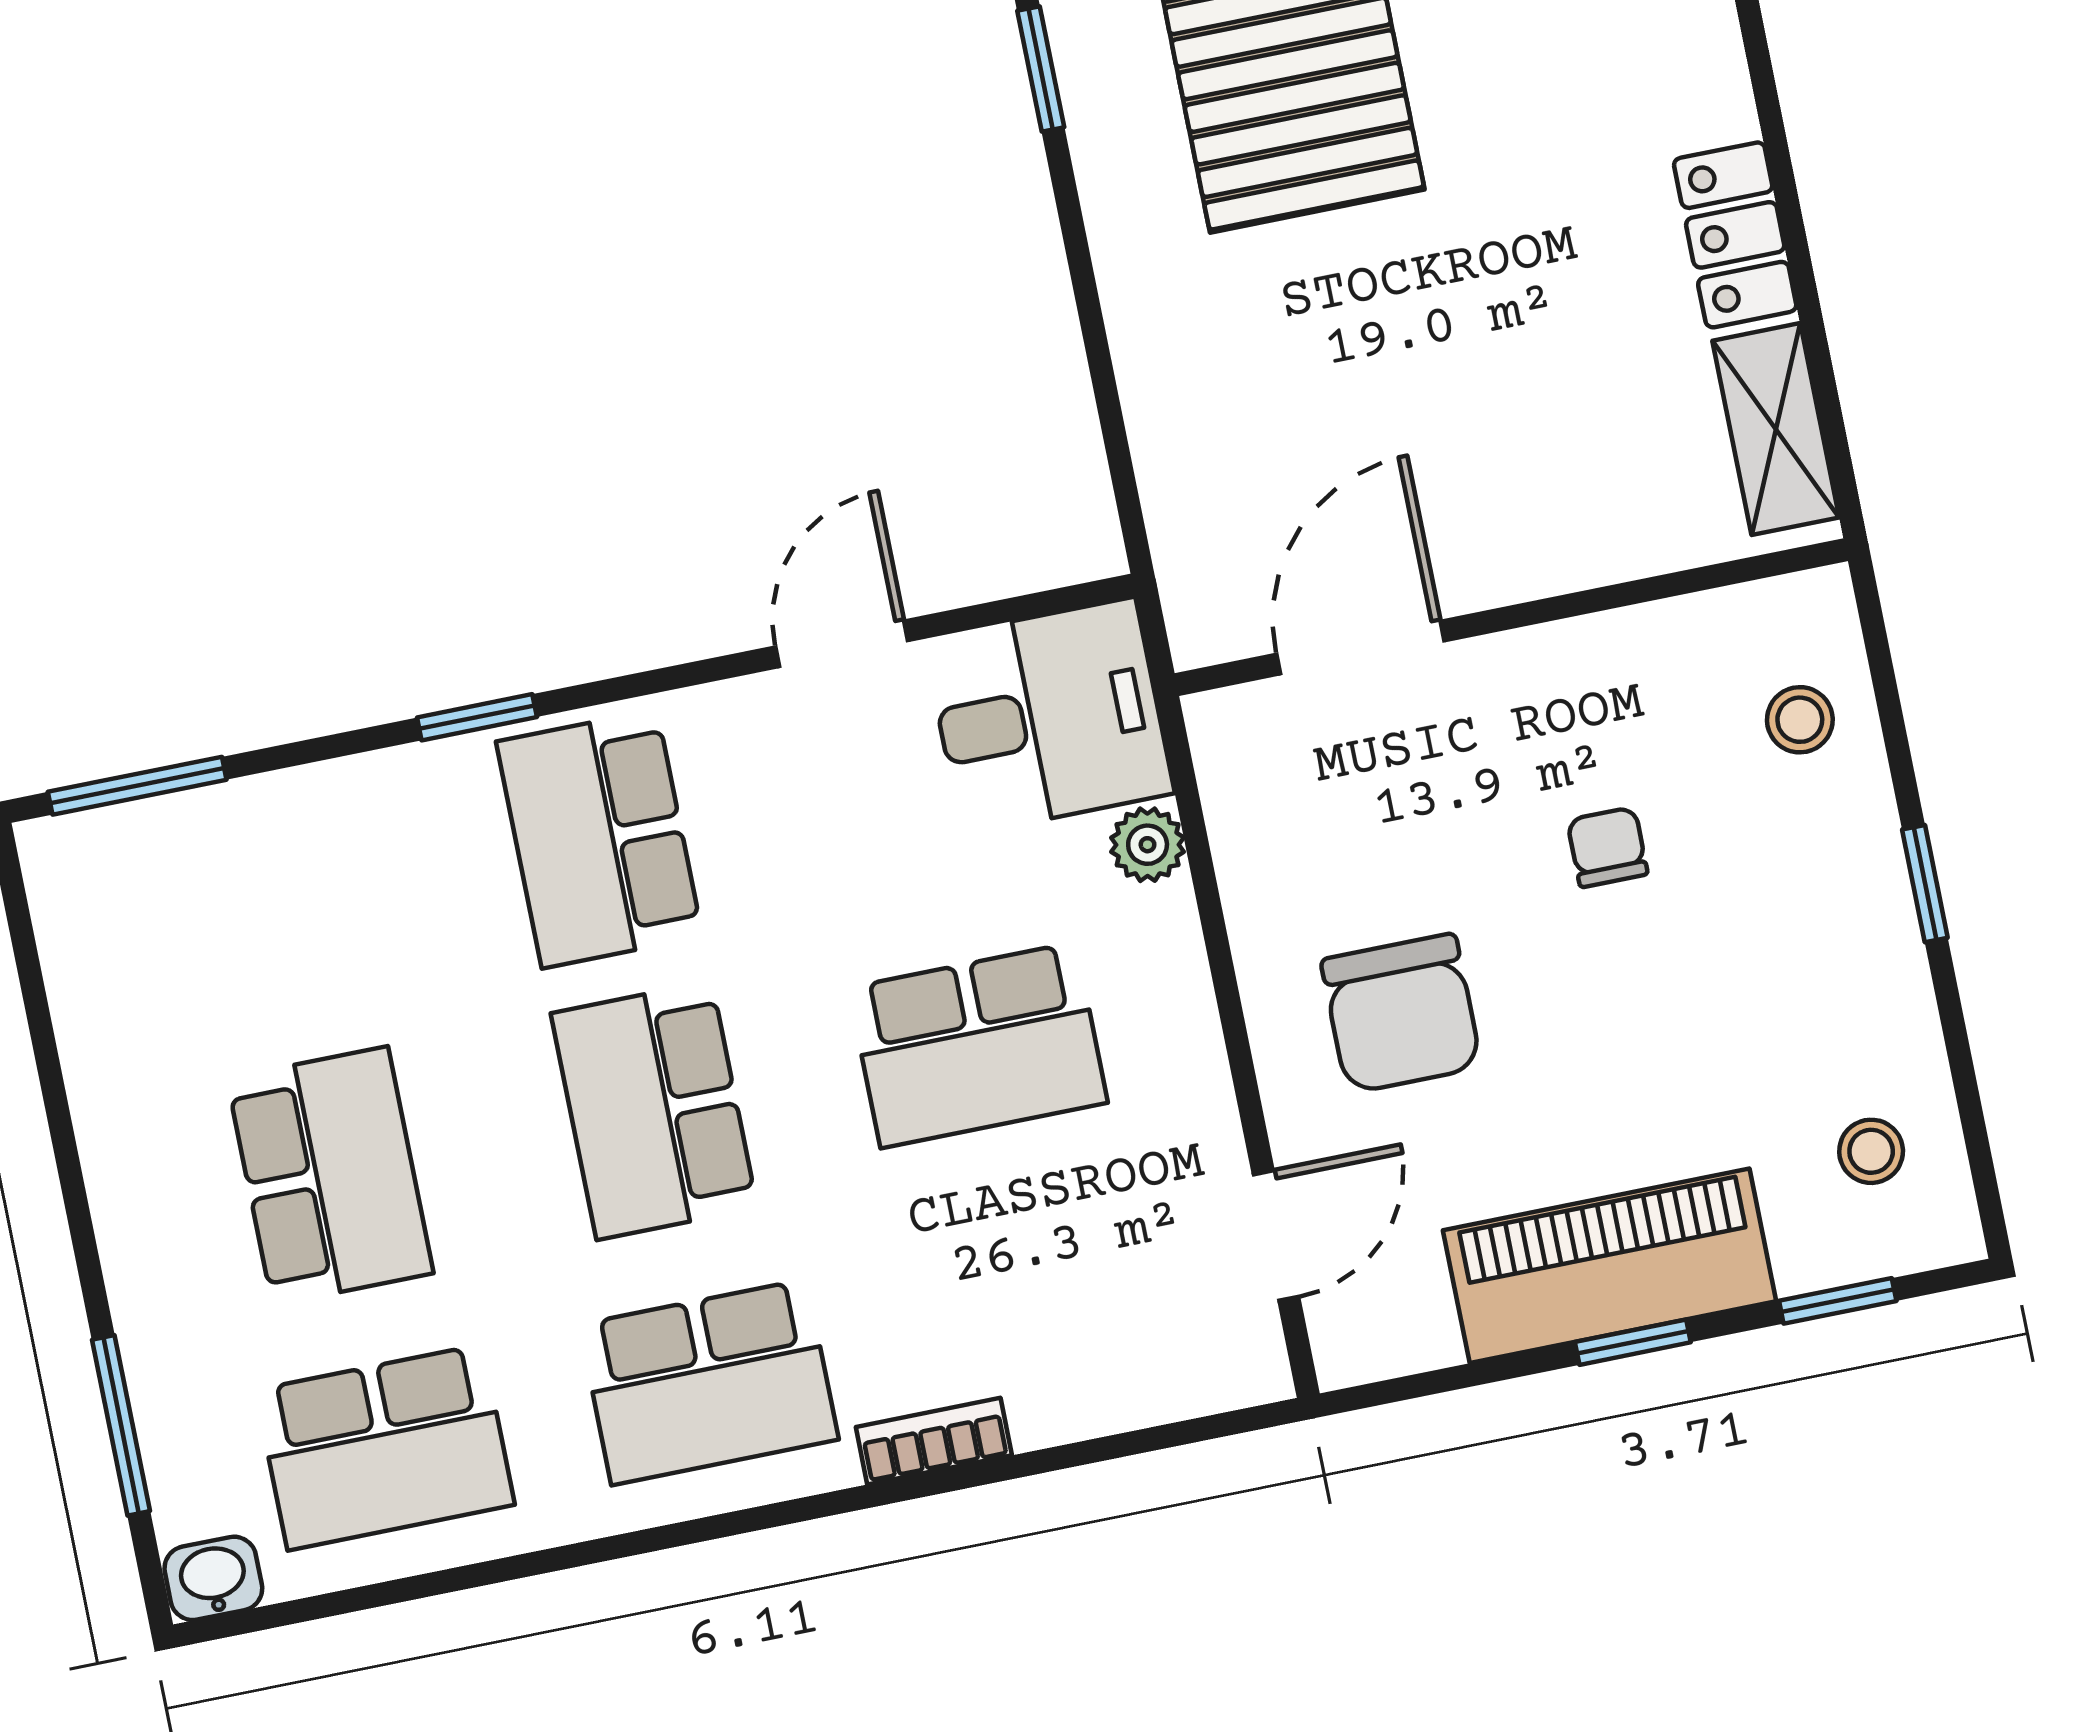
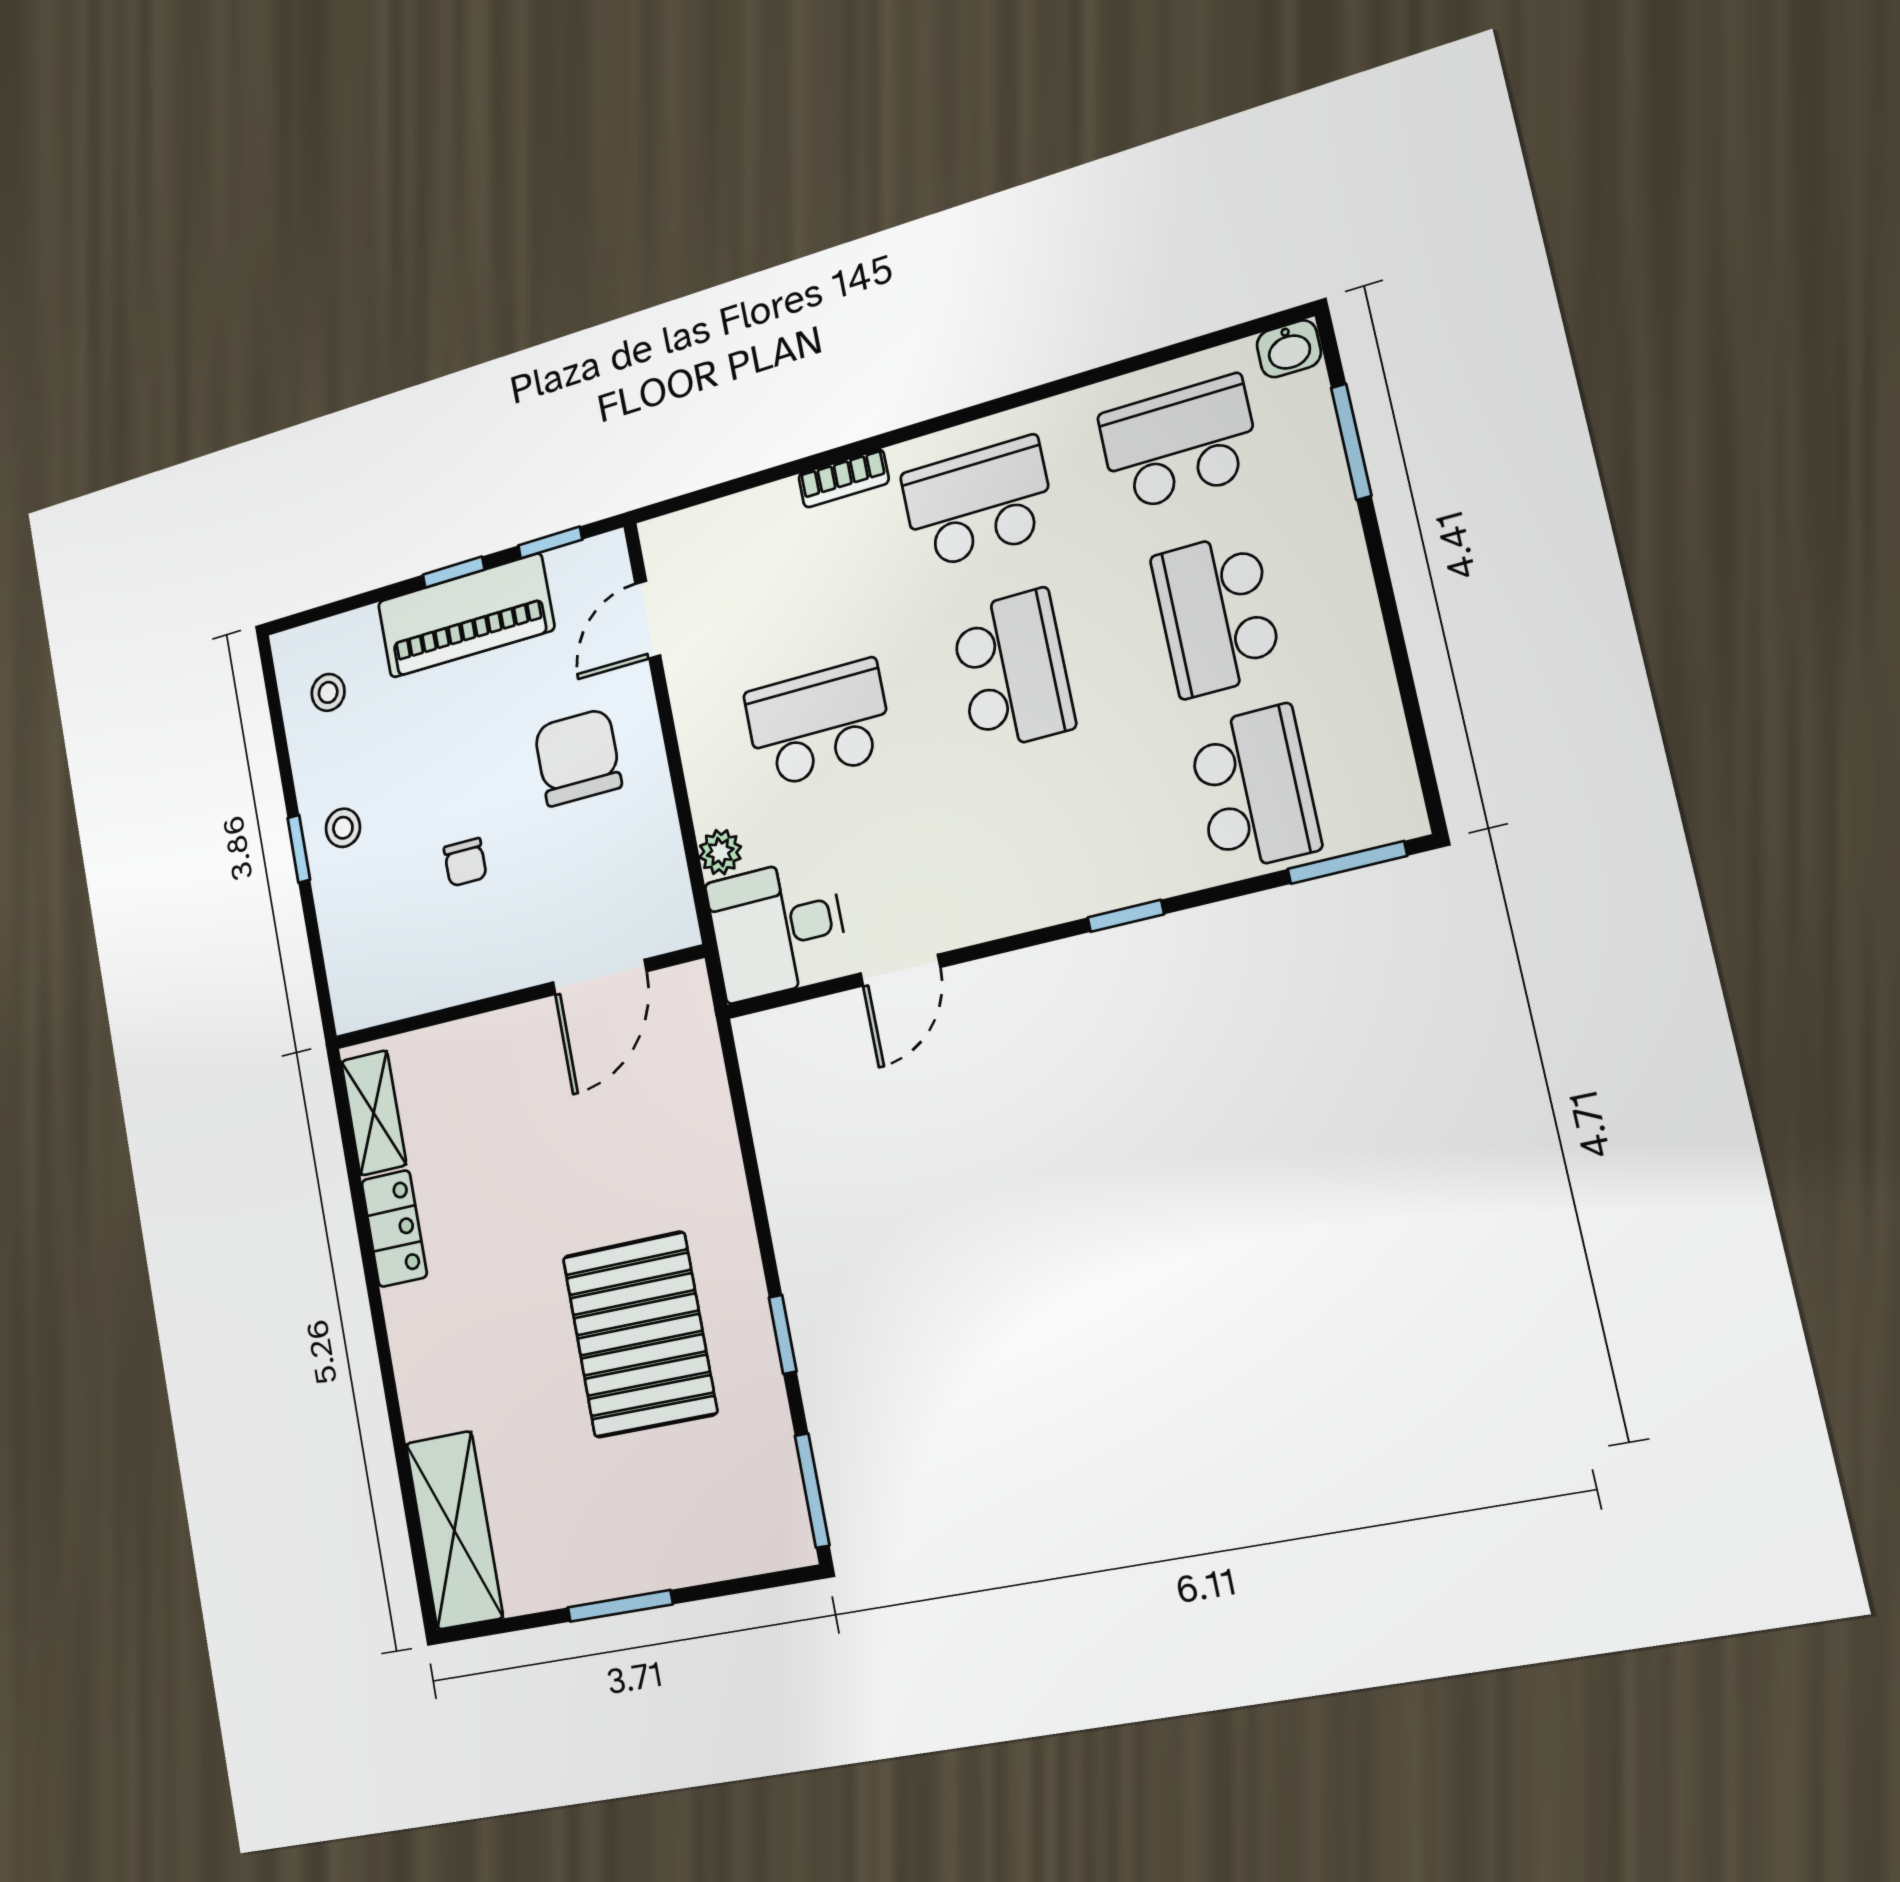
stool: (1800, 720) -> (343, 828), moved
school desk: (599, 839) -> (1254, 789), moved
window: (1838, 1301) -> (550, 543), moved

